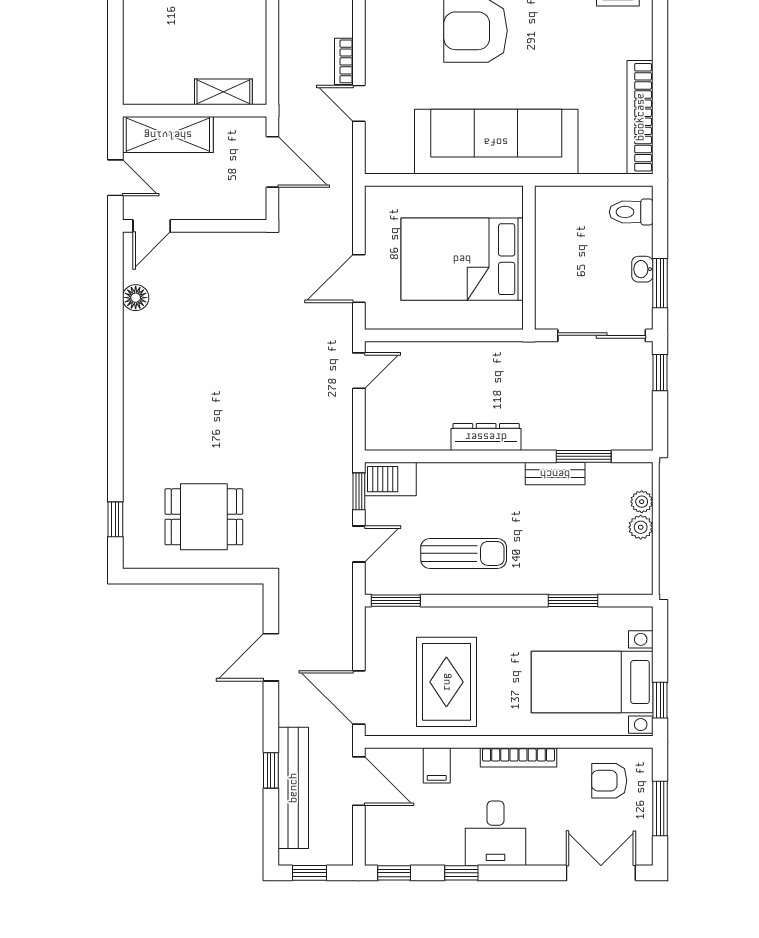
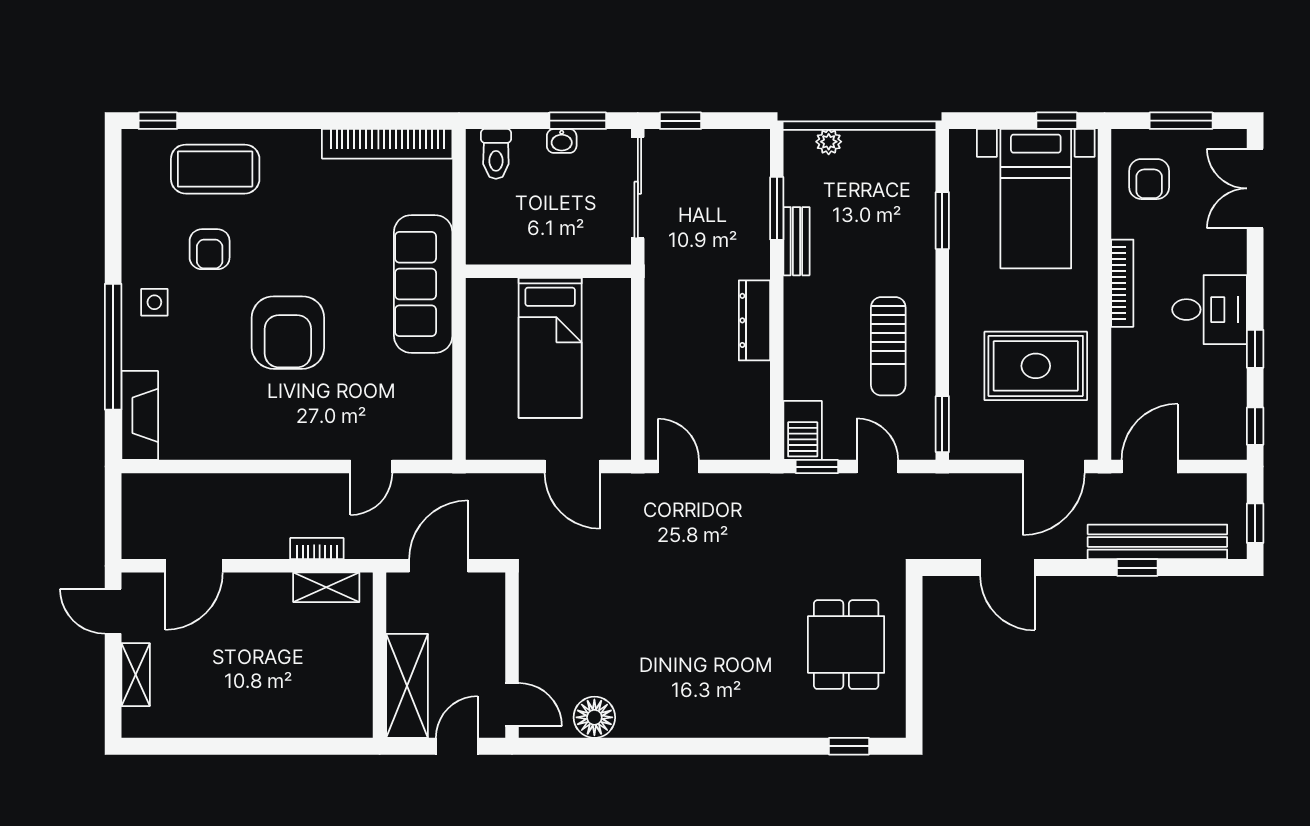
bookcase: (344, 61) -> (317, 549), moved, turned 180
shelving: (223, 92) -> (326, 587), moved, turned 90
sofa: (496, 142) -> (423, 284), width x0.74, depth x0.79
bed: (462, 259) -> (550, 348), width x0.67
floor lamp: (136, 298) -> (594, 717), width x1.38, depth x1.38
plant: (641, 527) -> (858, 143), removed
sun lounger: (464, 553) -> (888, 346), turned 180
filing cabinet: (437, 765) -> (1132, 377), removed

